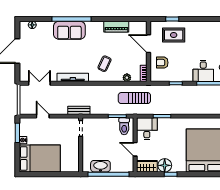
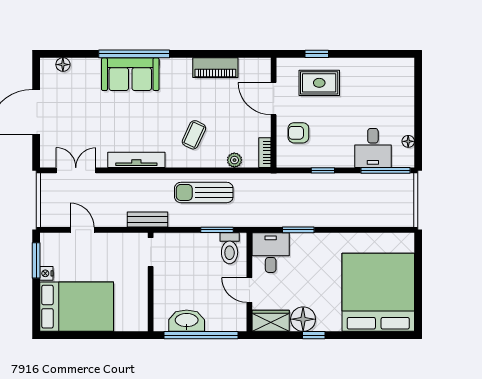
sun lounger: (134, 98) -> (204, 192), moved

